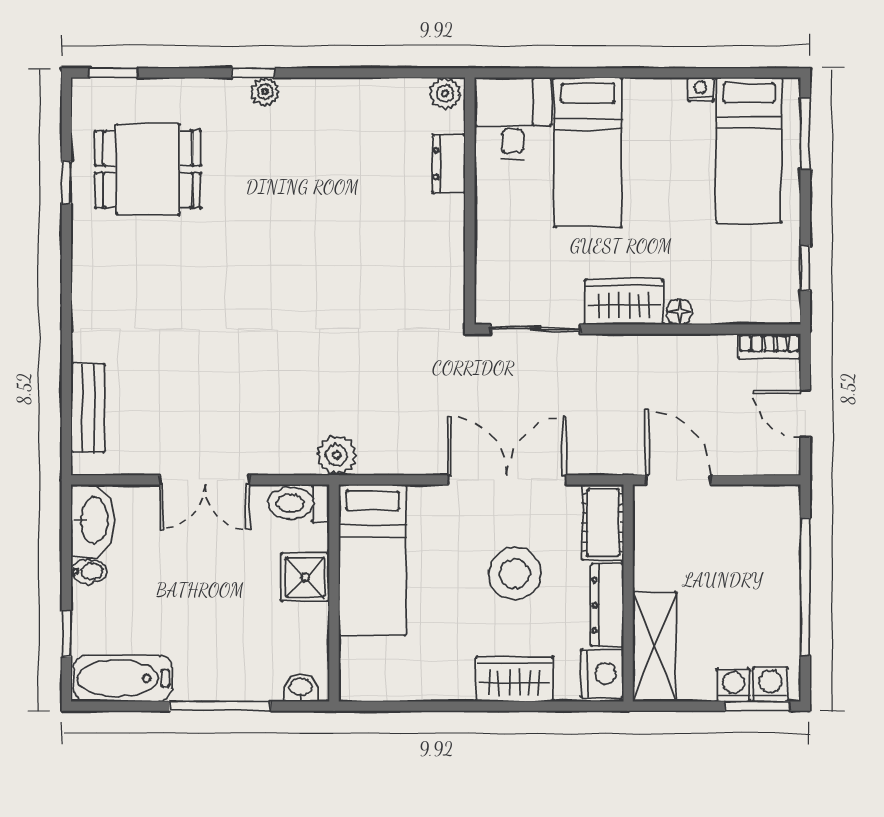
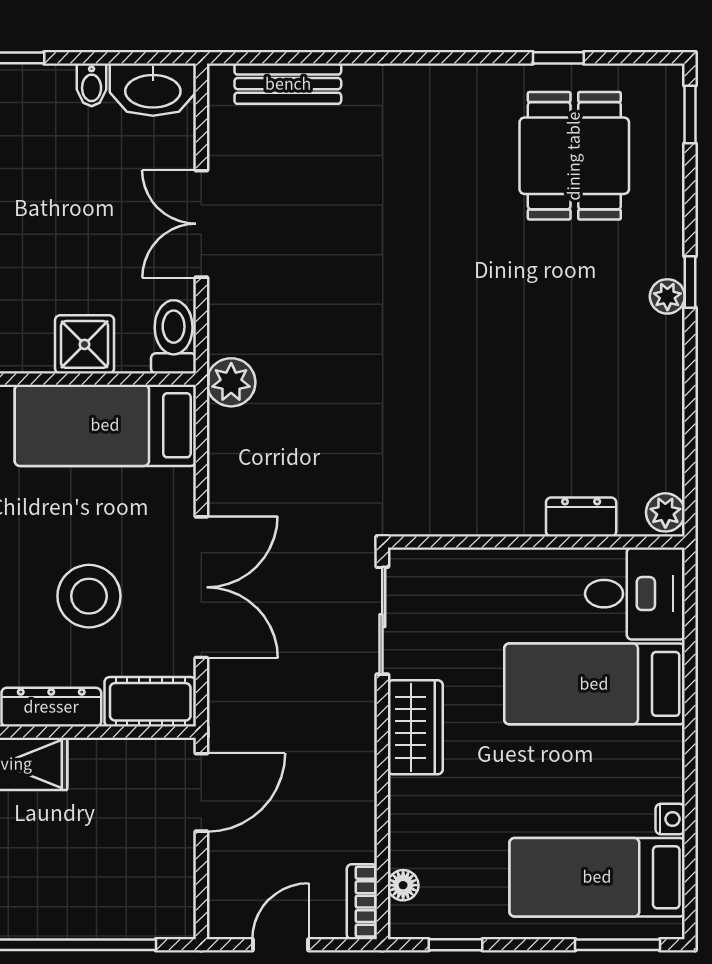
floor lamp: (679, 312) -> (403, 885), moved

